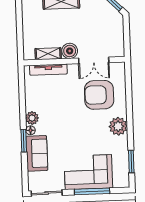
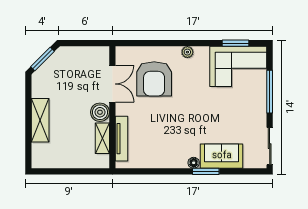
plant: (32, 118) -> (179, 160), removed
plant: (118, 126) -> (187, 52), width x0.53, depth x0.53
corner sofa: (88, 172) -> (238, 66), moved, turned -90

